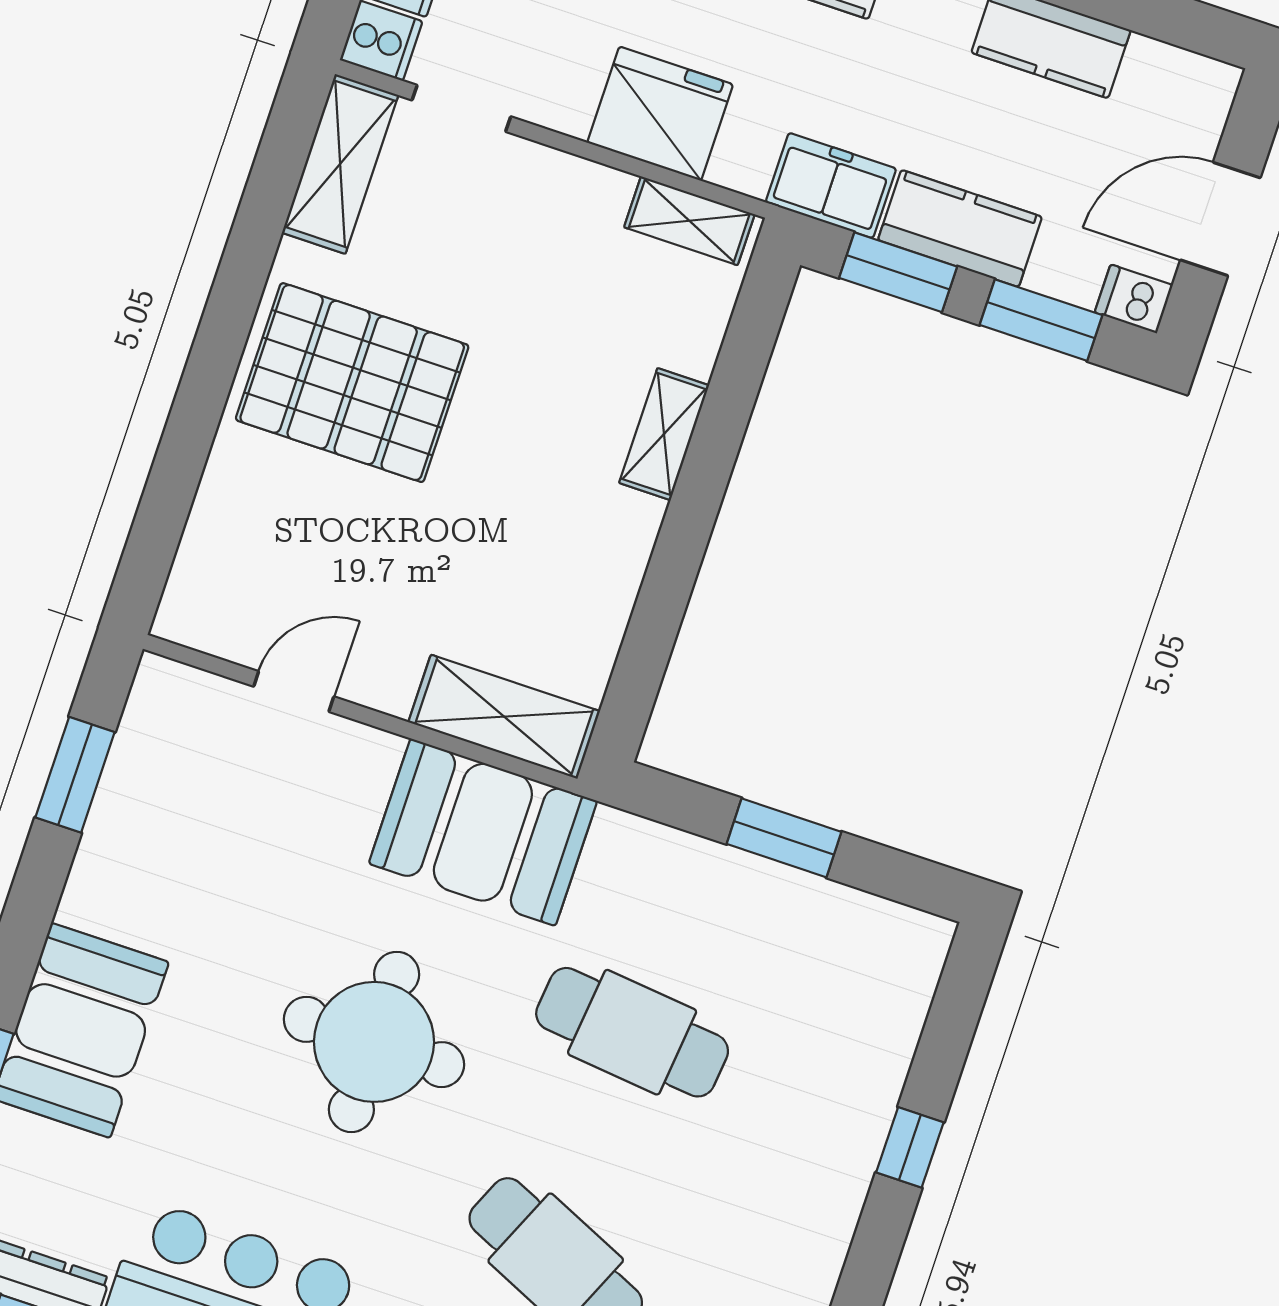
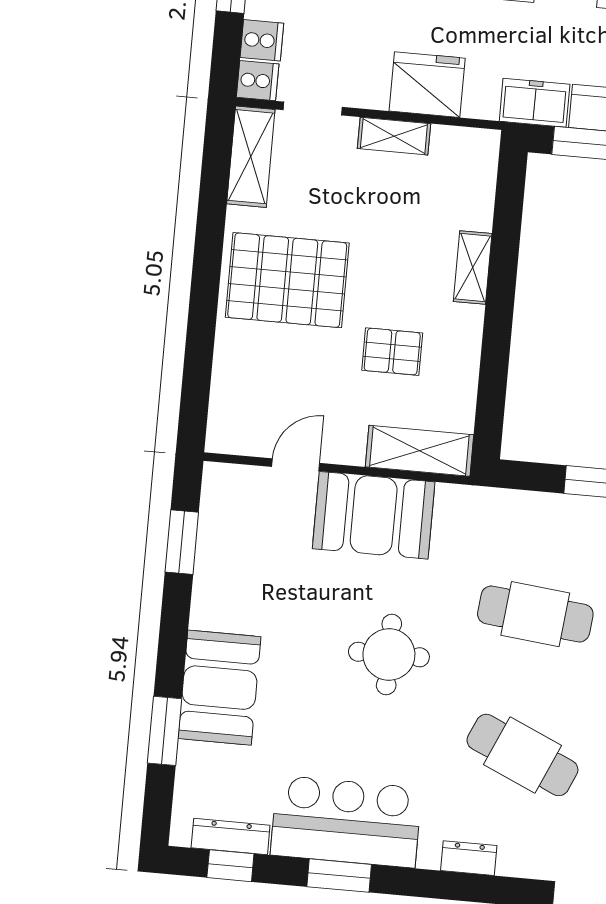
shelving: (689, 221) -> (394, 136), moved
pallet: (498, 542) -> (392, 352), added
booth: (483, 832) -> (374, 515), moved
round table: (374, 1042) -> (389, 655), width x0.73, depth x0.73

